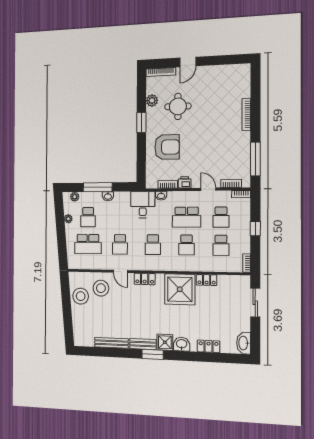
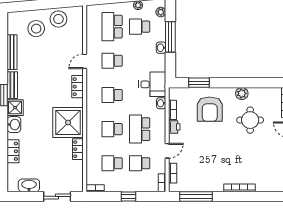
plant: (152, 101) -> (242, 93), moved
window: (141, 123) -> (199, 83), moved
stool: (101, 288) -> (36, 29), moved
washbasin: (244, 343) -> (29, 185), moved

